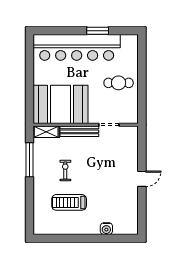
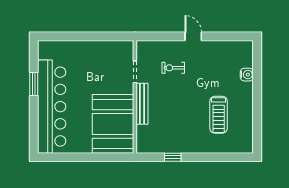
cafe table: (119, 83) -> (90, 61), removed
shelving: (46, 132) -> (143, 139), removed
window: (30, 160) -> (173, 157), width x0.46
exercise bike: (65, 171) -> (173, 68), moved

